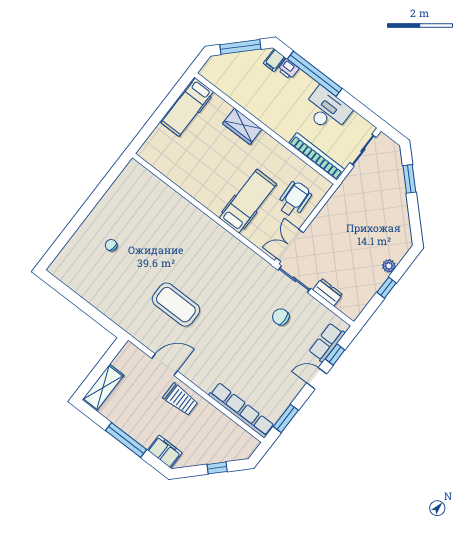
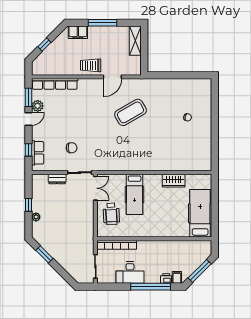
hospital bed: (187, 107) -> (200, 213), width x1.37, depth x1.29
wardrobe: (242, 126) -> (174, 181), moved, turned 180
window: (409, 179) -> (44, 254), moved
coffee table: (176, 305) -> (131, 112), turned -30
door: (317, 378) -> (29, 119), moved
plant: (283, 400) -> (38, 106), added

